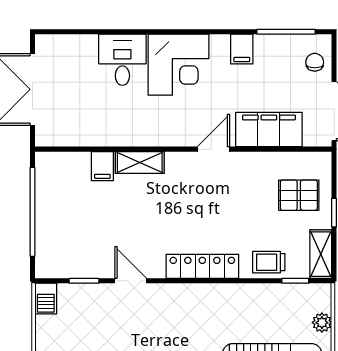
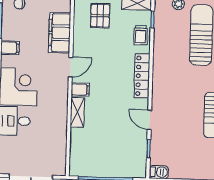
door: (213, 149) -> (71, 67), swing flipped
filing cabinet: (102, 166) -> (80, 90), moved
door: (131, 281) -> (149, 120), hinge flipped

